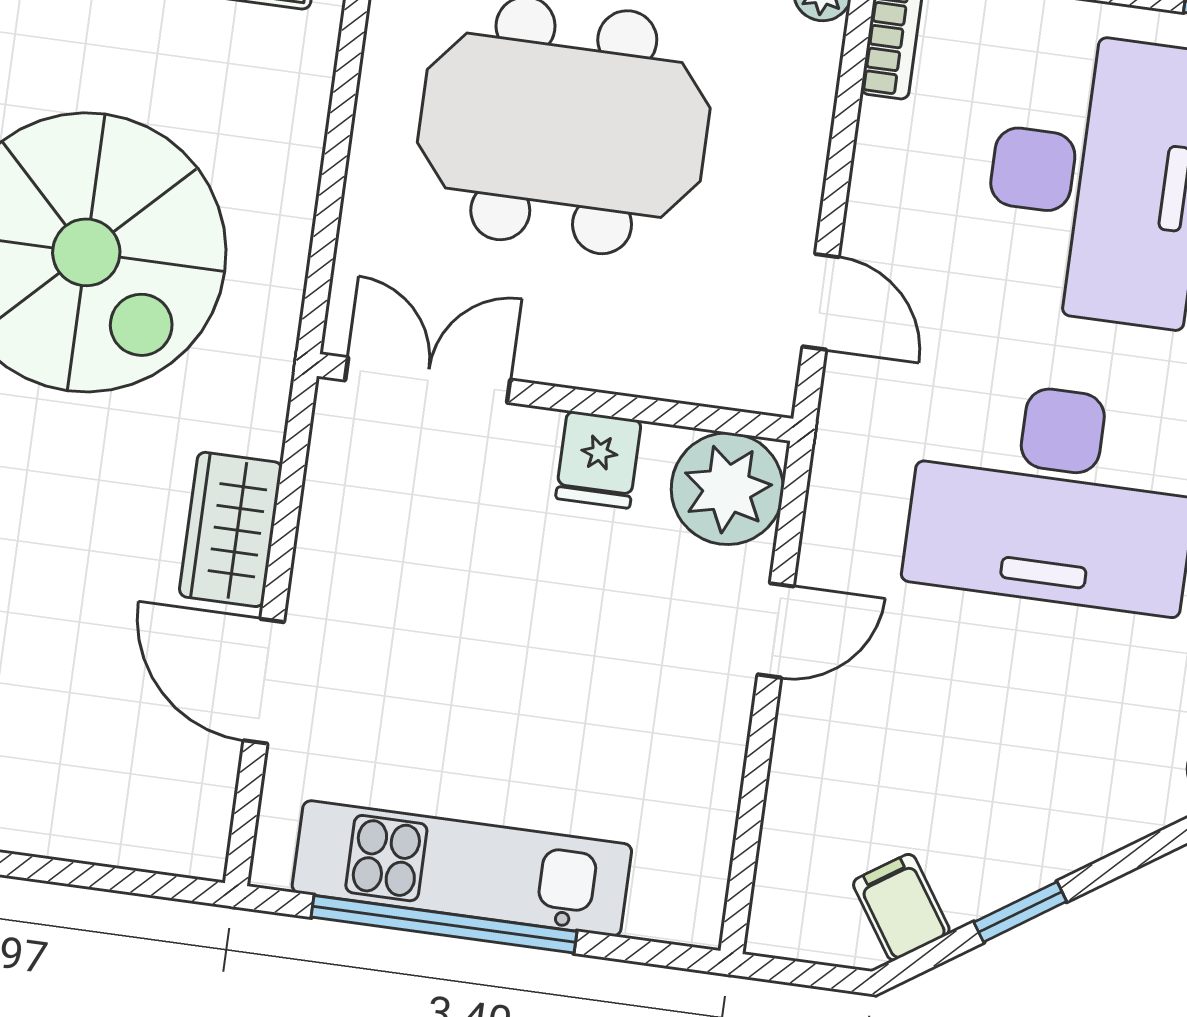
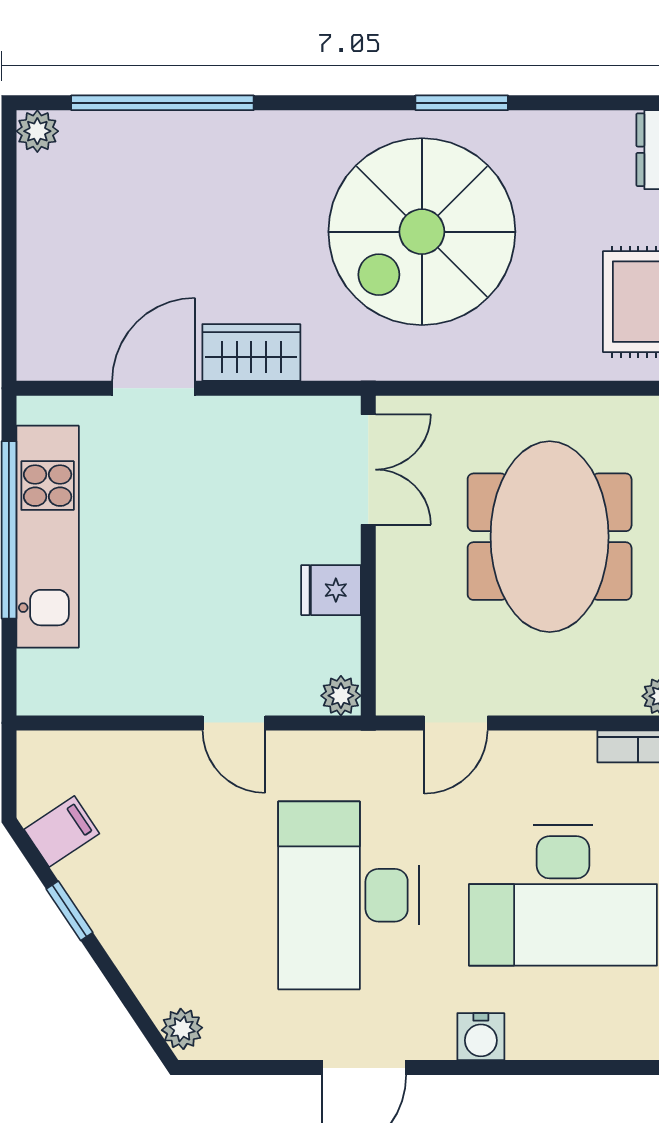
plant: (727, 489) -> (341, 696), width x0.53, depth x0.53

